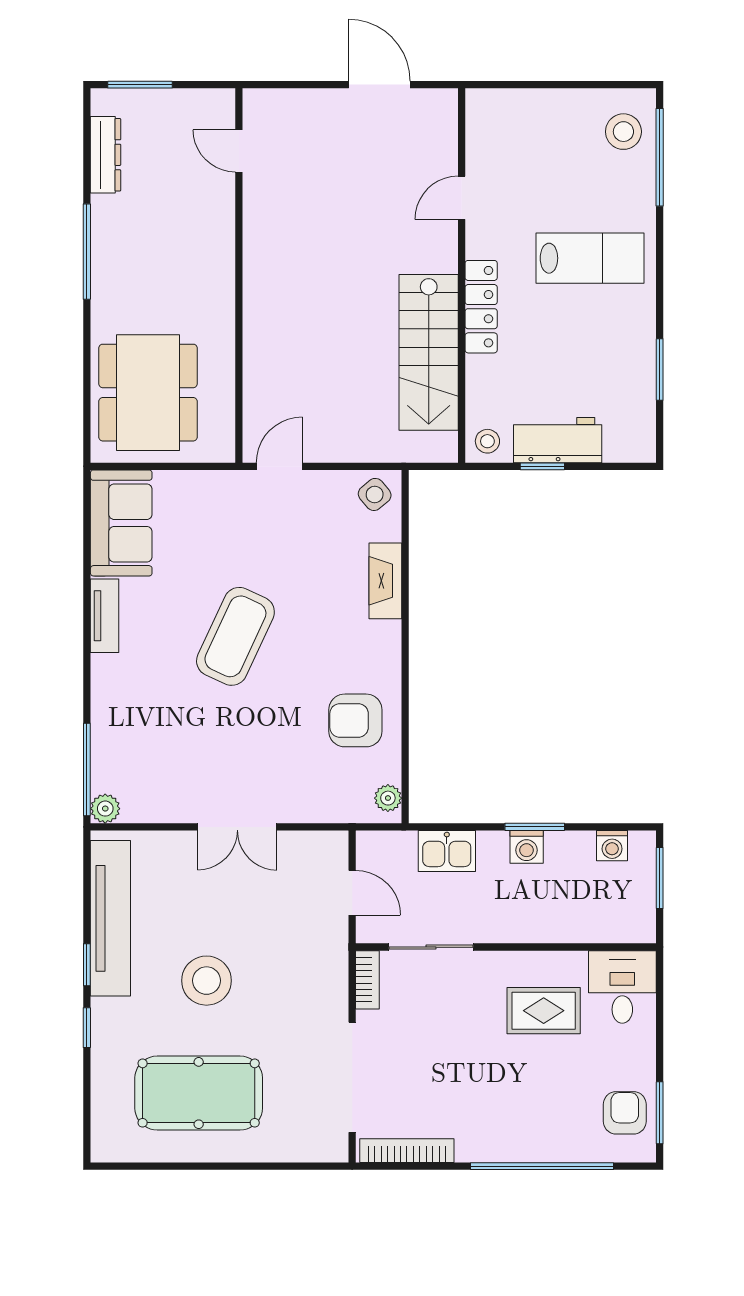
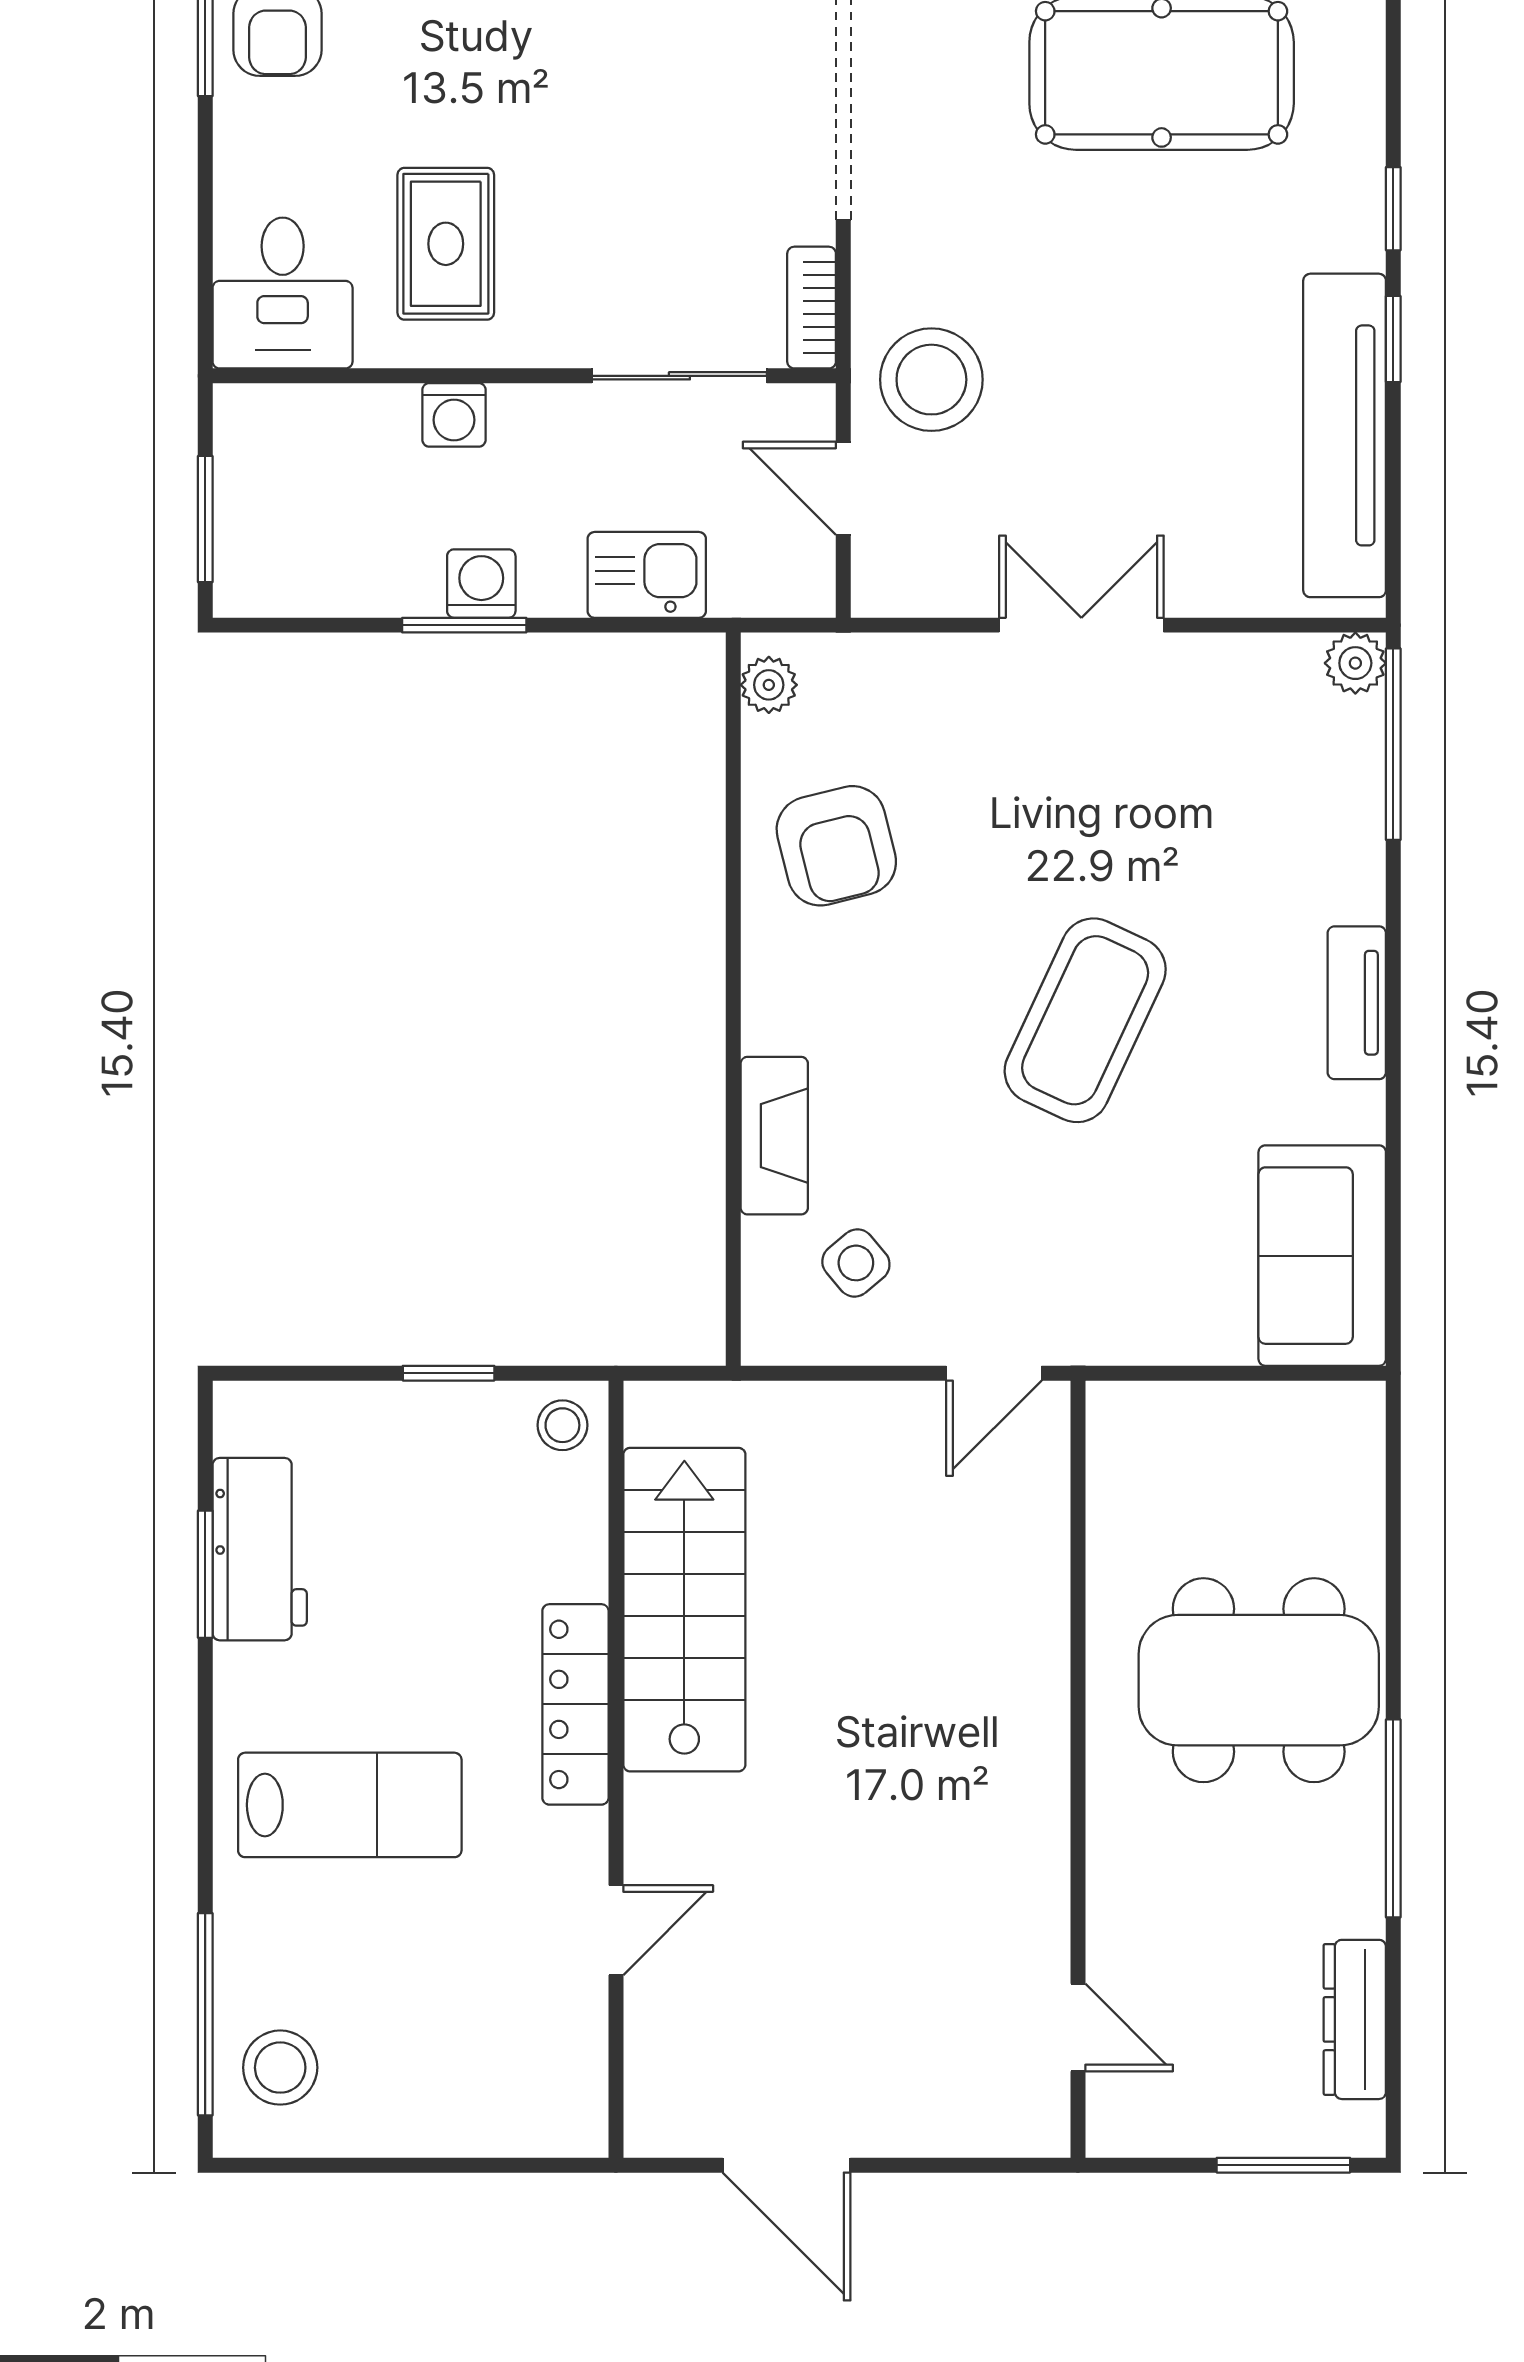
lab bench: (590, 258) -> (350, 1805), turned 180
dining table: (148, 393) -> (1259, 1680), moved, turned 90
workbench: (558, 440) -> (260, 1549), moved, turned -90
side table: (375, 494) -> (856, 1263), moved
tv unit: (105, 616) -> (1357, 1003), moved
armchair: (355, 720) -> (836, 846), turned 76
washing machine: (612, 846) -> (454, 415), moved, turned 180
stool: (206, 981) -> (931, 380), moved
rug: (544, 1011) -> (446, 244), turned 90

